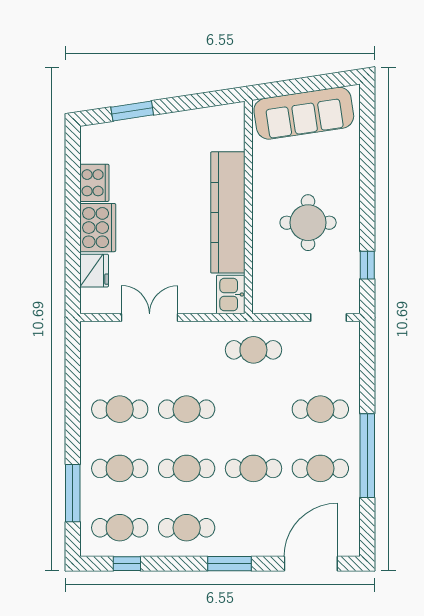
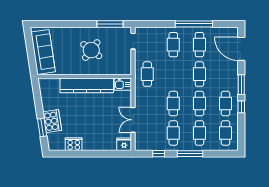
round table: (308, 223) -> (91, 50), turned 37
cooker: (98, 228) -> (52, 121), moved, turned 81
window: (367, 265) -> (110, 24), width x2.17
fridge: (94, 271) -> (124, 144), moved
window: (73, 376) -> (159, 154), added
window: (73, 493) -> (190, 154), moved
window: (127, 564) -> (241, 107), moved

